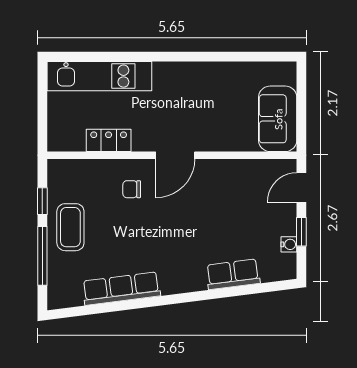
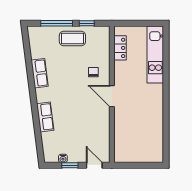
sofa: (278, 119) -> (132, 152), removed
locker: (109, 140) -> (120, 48), moved
row of seats: (233, 274) -> (45, 117), moved
row of seats: (121, 289) -> (40, 73), width x0.68

